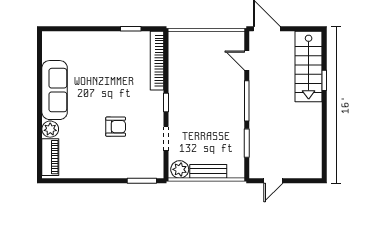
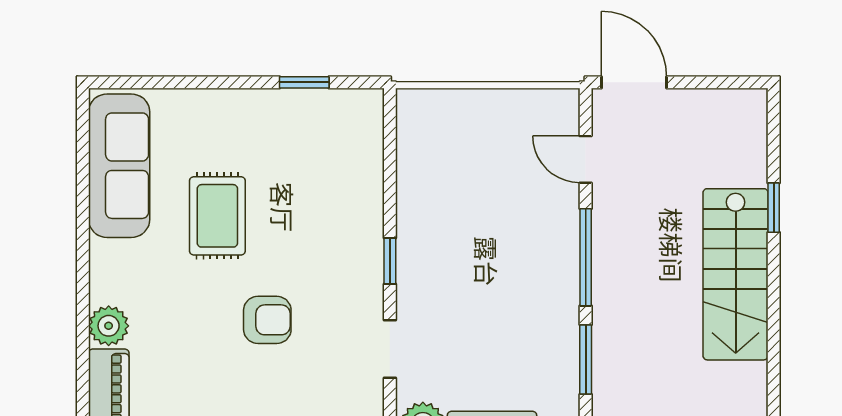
bookcase: (157, 61) -> (368, 160), removed
stairs: (309, 67) -> (736, 274), moved
rug: (95, 84) -> (217, 216), added
sofa: (55, 90) -> (119, 166), moved

